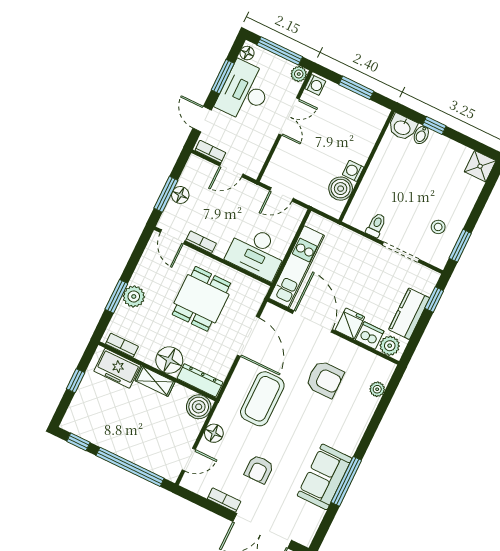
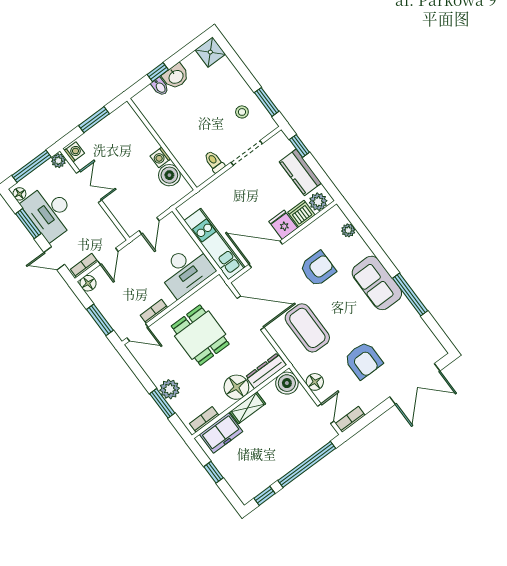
washbasin: (402, 127) -> (176, 76), moved
floor lamp: (180, 195) -> (88, 283), moved
armchair: (259, 469) -> (363, 360), width x1.38, depth x1.38
sofa: (325, 477) -> (377, 283), moved
bookcase: (224, 500) -> (350, 419), moved

